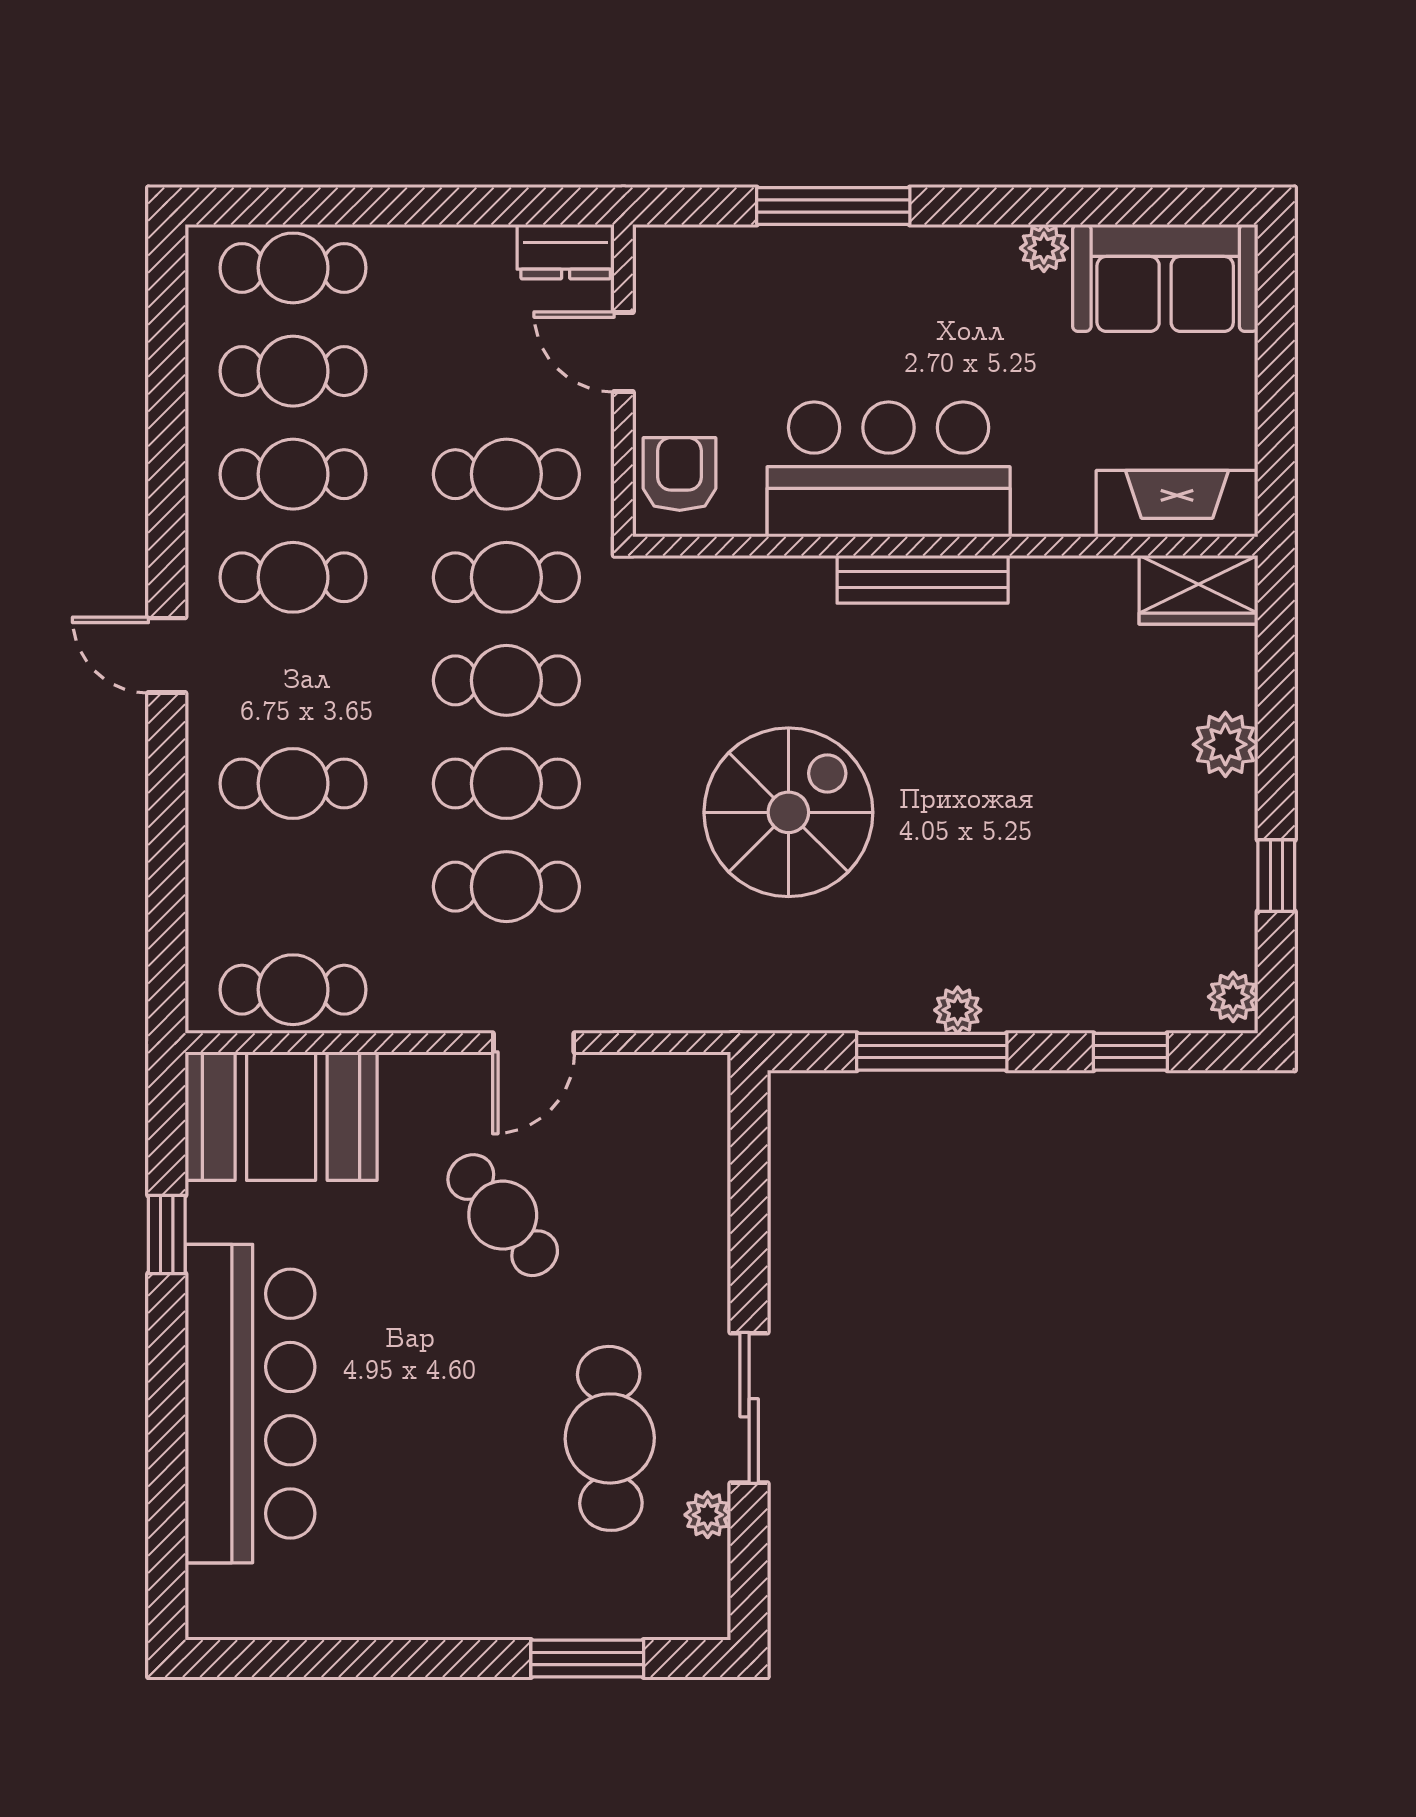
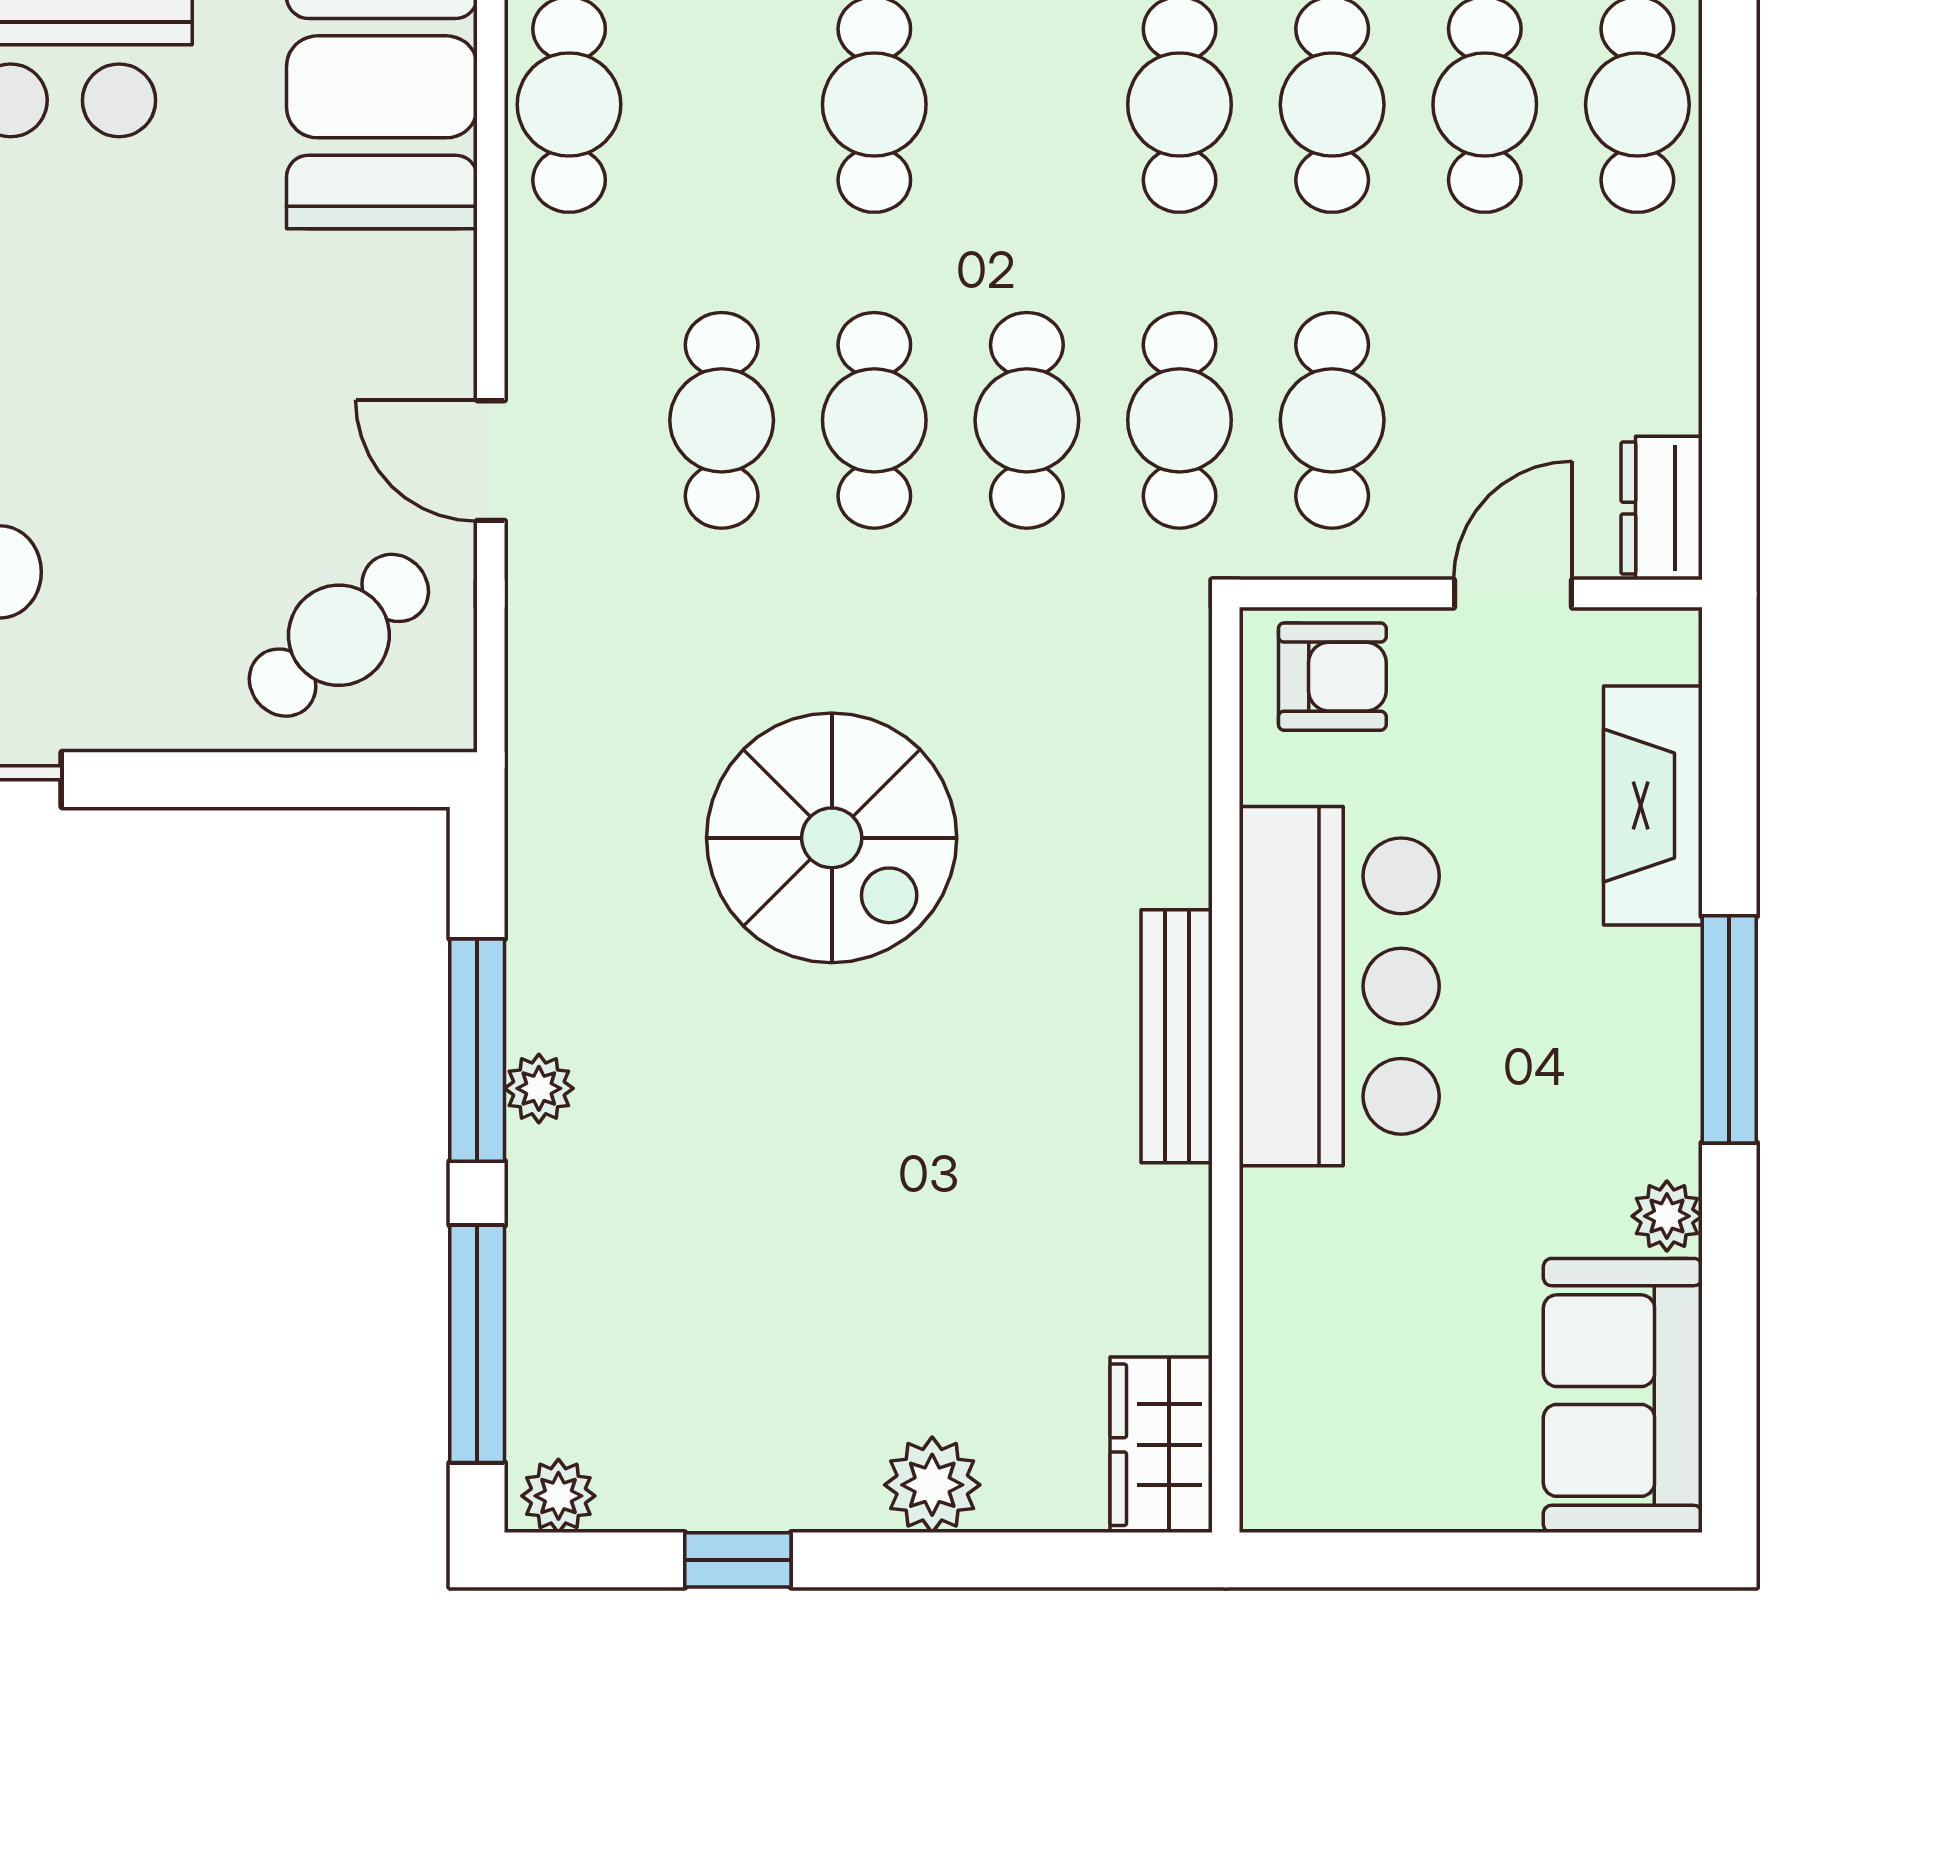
window: (833, 206) -> (1729, 1029), moved
fireplace: (1177, 504) -> (1653, 806), moved, turned 180
window: (1130, 1052) -> (477, 1344), width x2.17
cafe table: (503, 1215) -> (339, 635), moved

